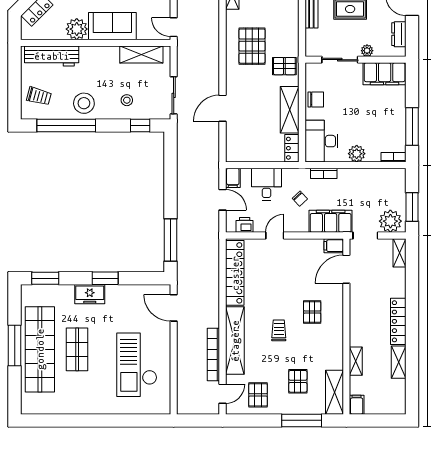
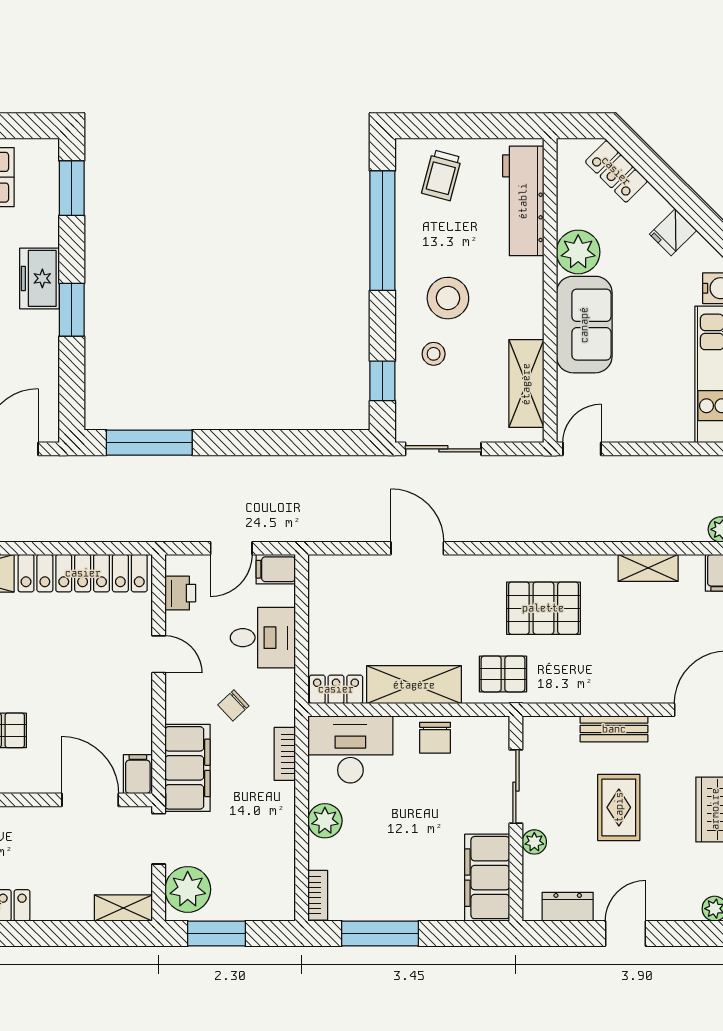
pallet: (284, 66) -> (503, 674), turned 90
stool: (84, 103) -> (448, 298), moved

